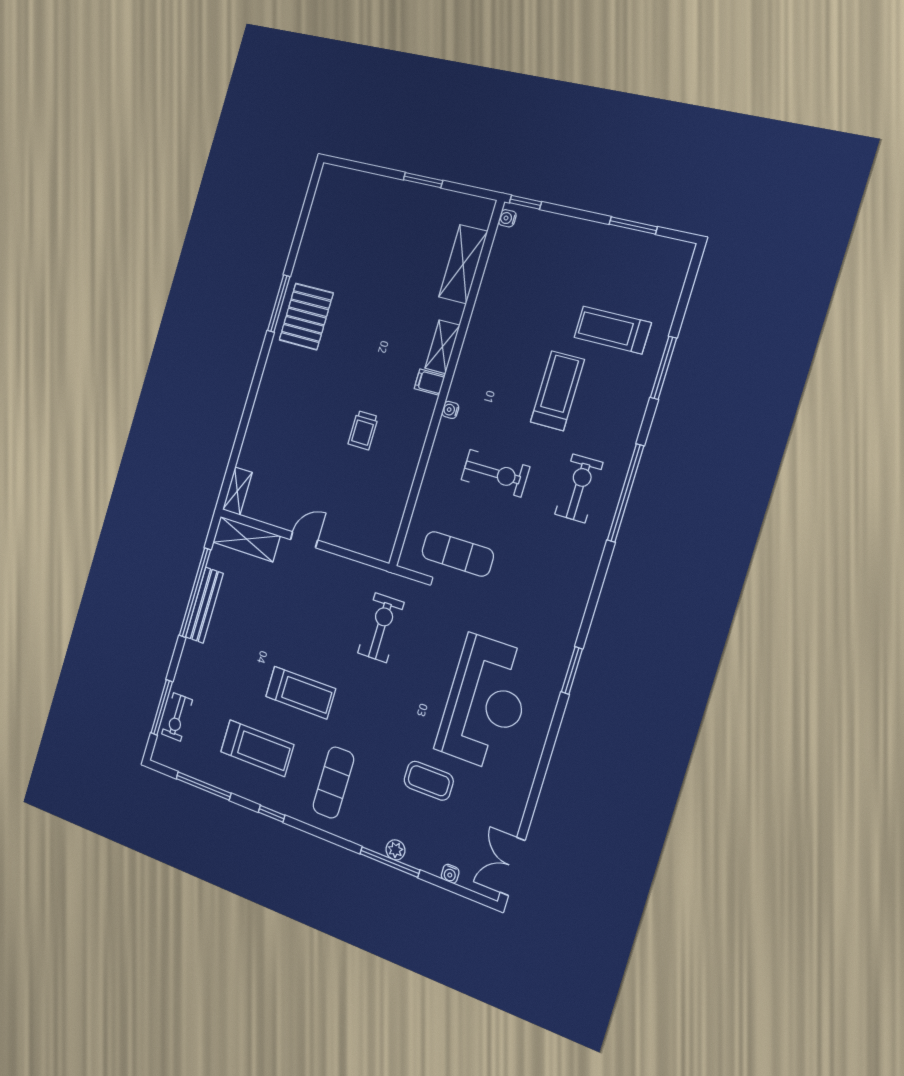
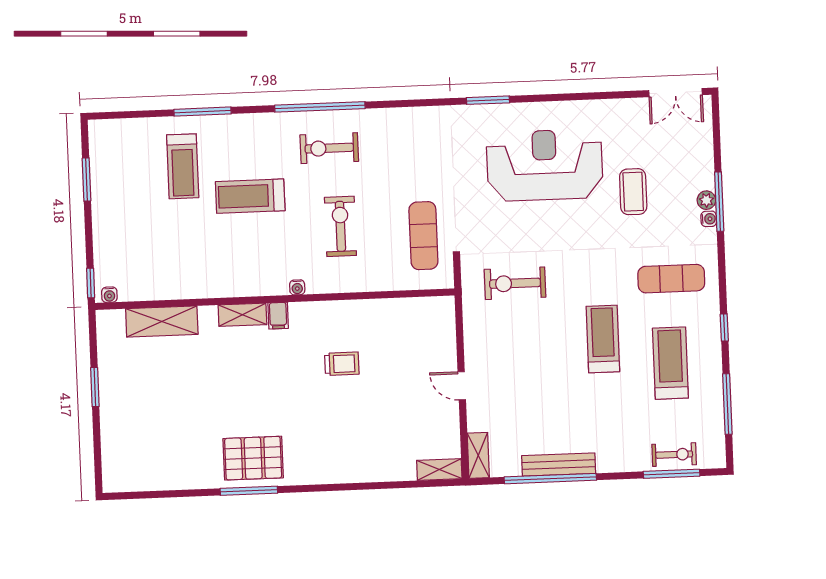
shelving: (246, 539) -> (478, 455), width x0.67, depth x0.75
water cooler: (450, 874) -> (709, 219), moved

